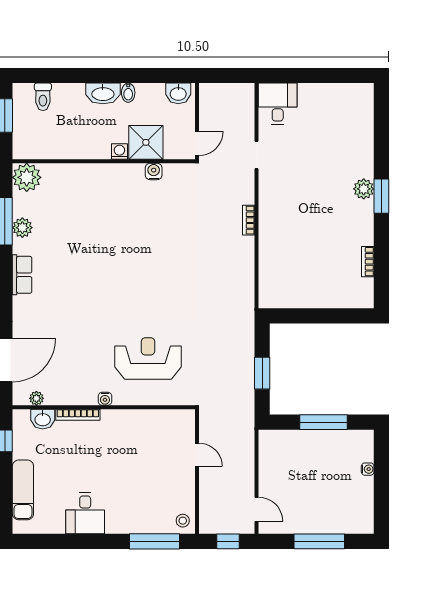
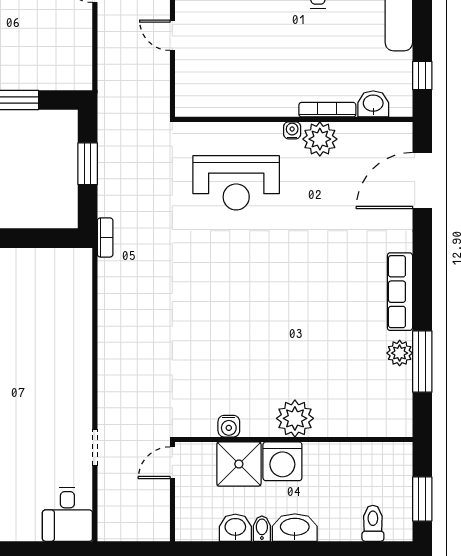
washbasin: (178, 93) -> (235, 528), moved
washing machine: (119, 151) -> (282, 461), width x1.89, depth x1.89
plant: (27, 177) -> (295, 418), moved
bookcase: (249, 220) -> (105, 237), moved
row of seats: (22, 275) -> (400, 292), width x1.48
plant: (36, 398) -> (320, 139), moved, width x1.87, depth x1.87
door: (197, 455) -> (172, 35), moved

